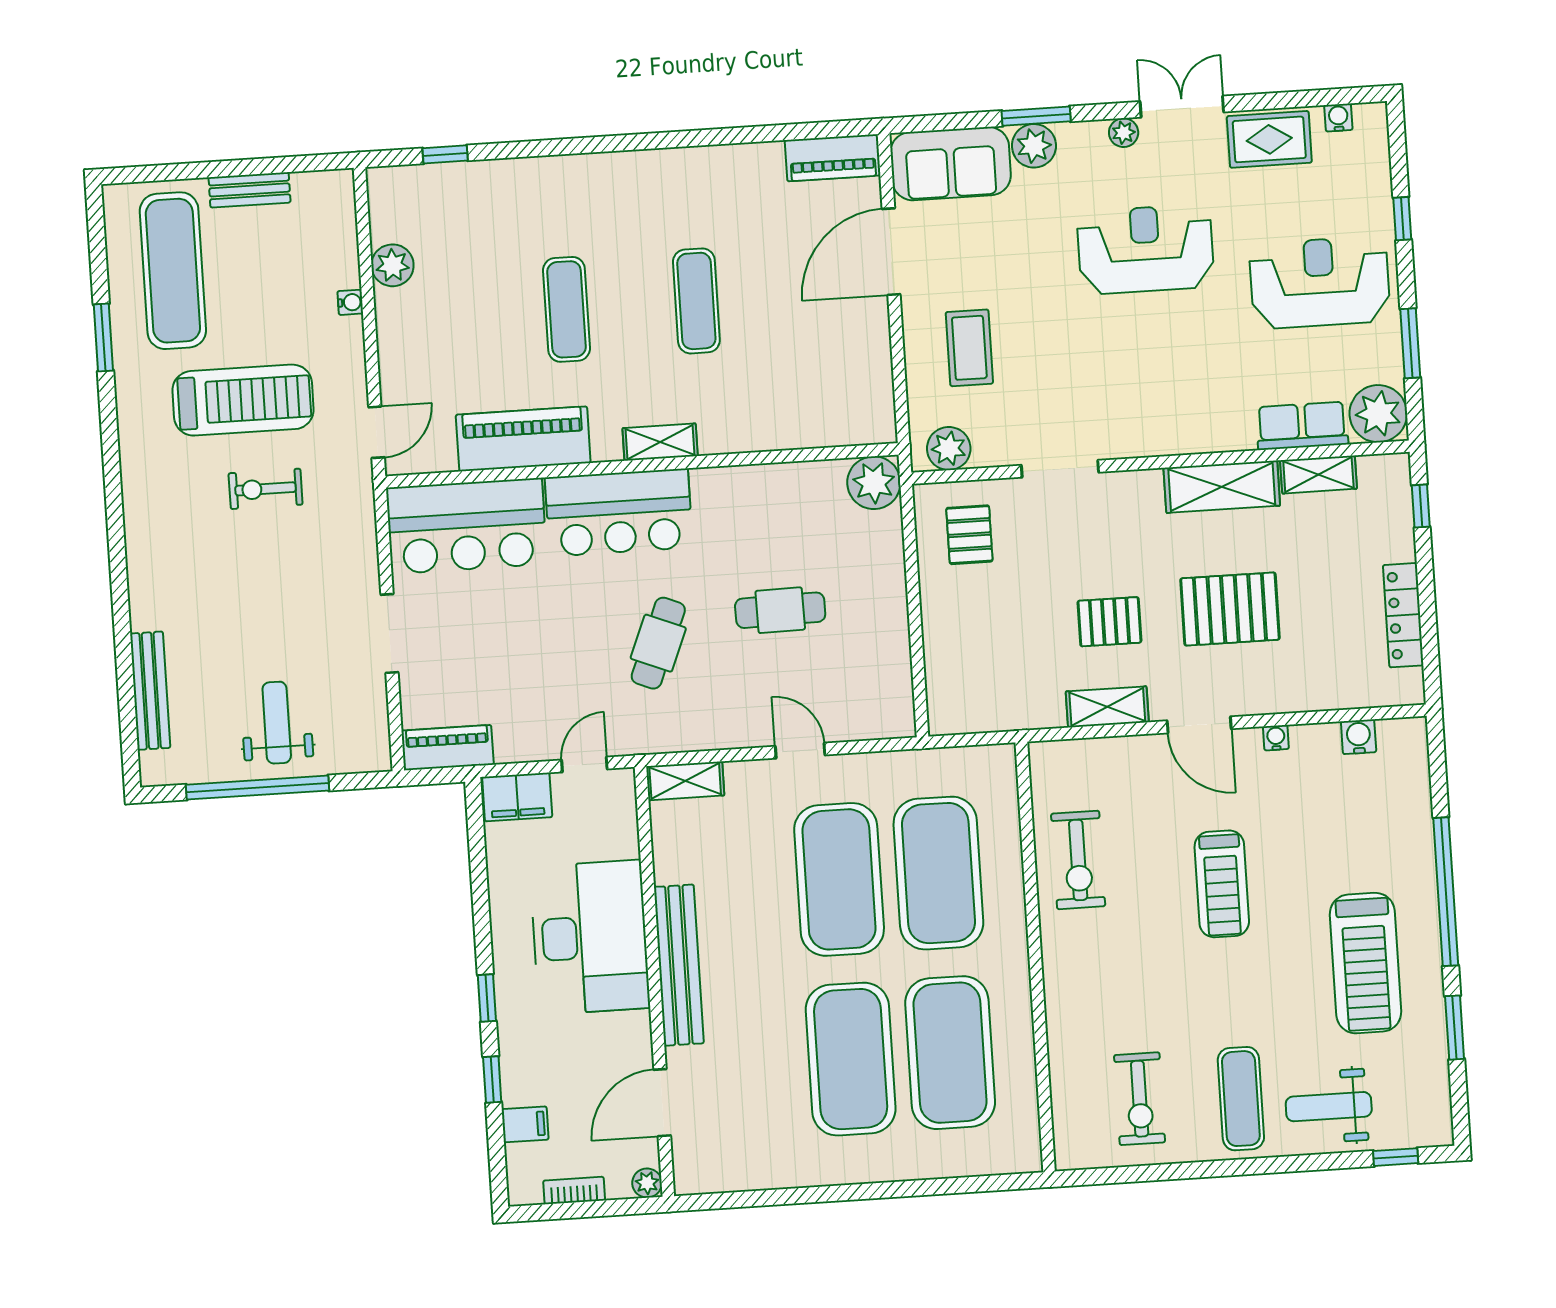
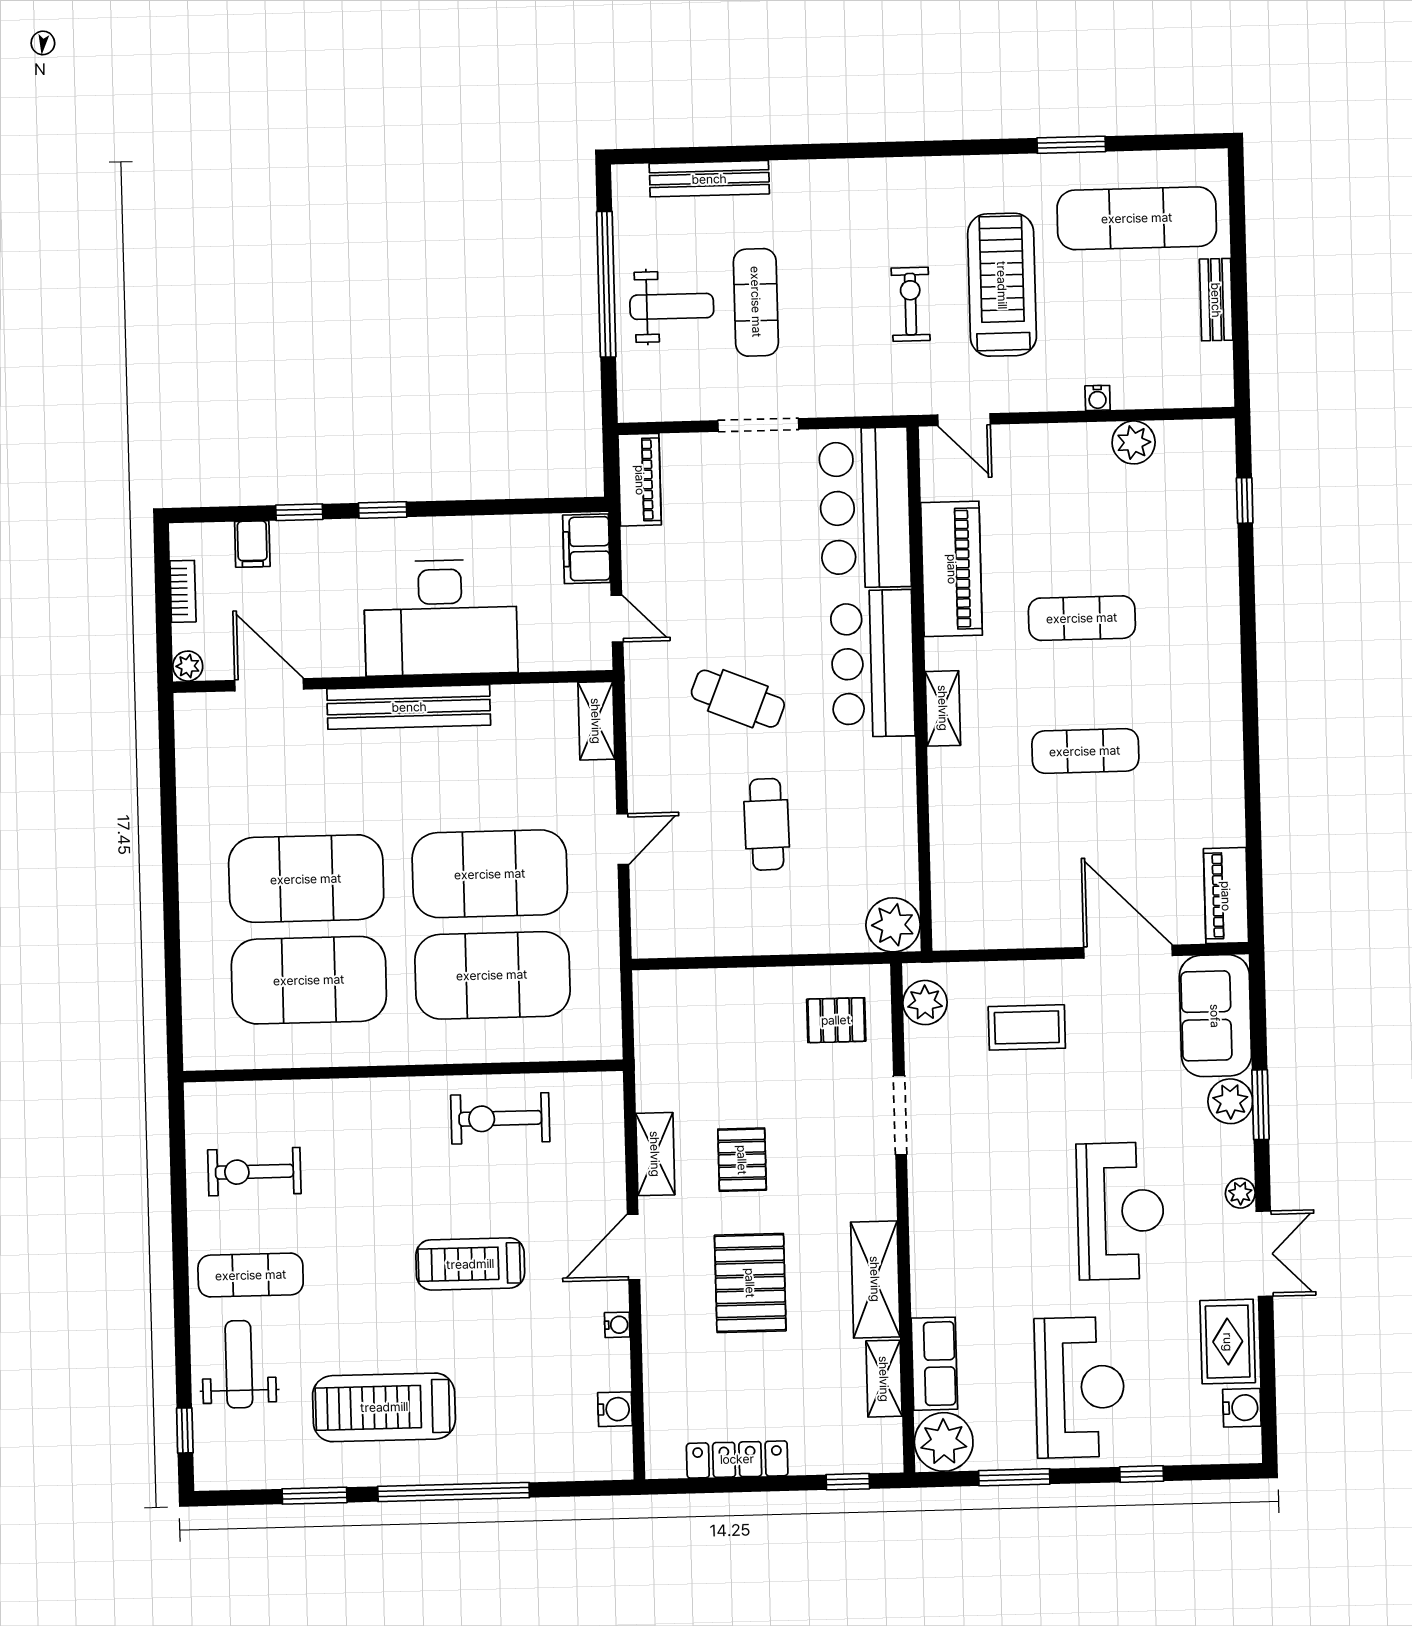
water cooler: (1338, 118) -> (1242, 1408), width x1.38, depth x1.38
treadmill: (243, 400) -> (1002, 285), turned 180
exercise mat: (270, 640) -> (756, 302), added

